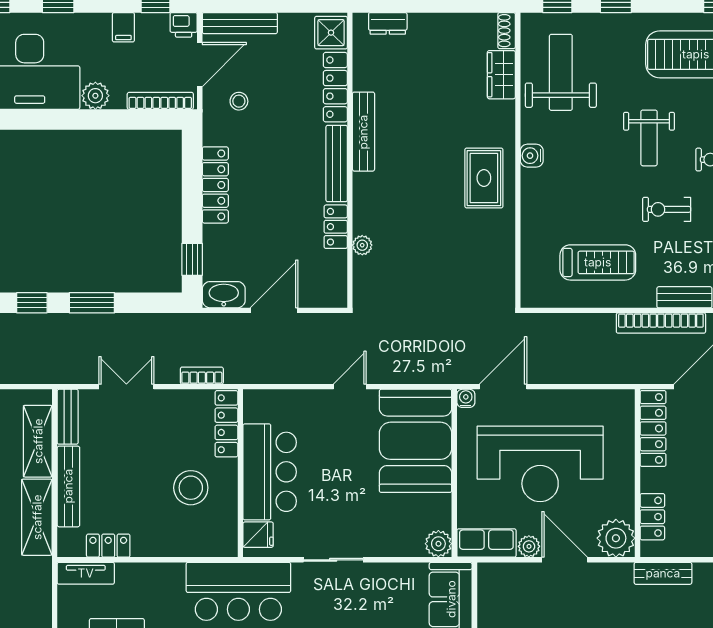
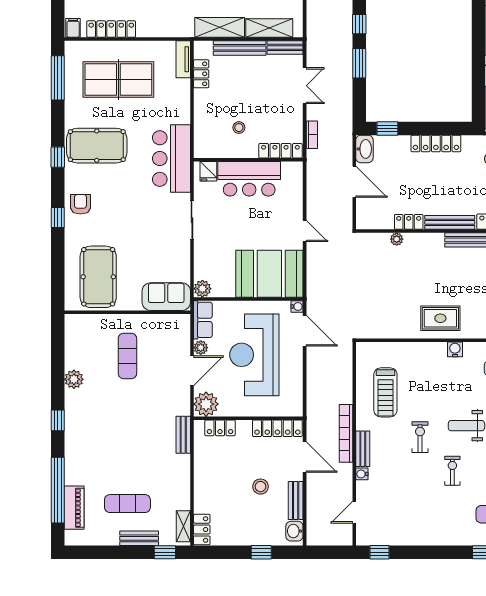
stool: (191, 488) -> (239, 128), width x0.53, depth x0.53

